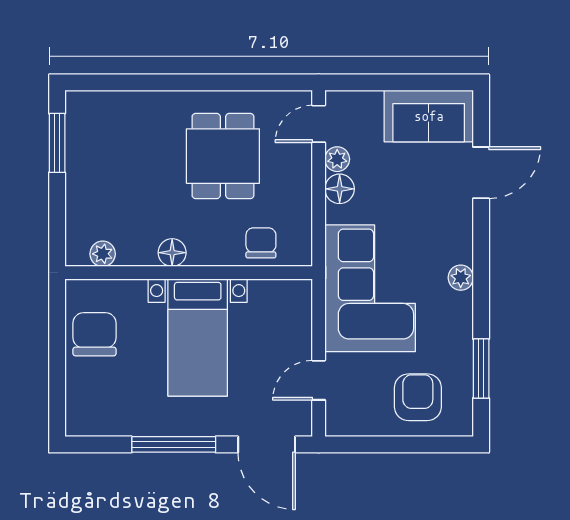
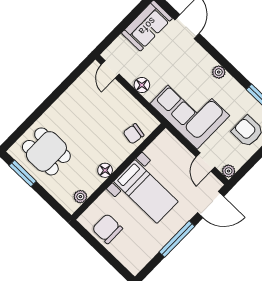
dining table: (223, 156) -> (46, 151), moved
plant: (337, 159) -> (229, 171), moved
chair: (261, 243) -> (134, 134), turned -80

